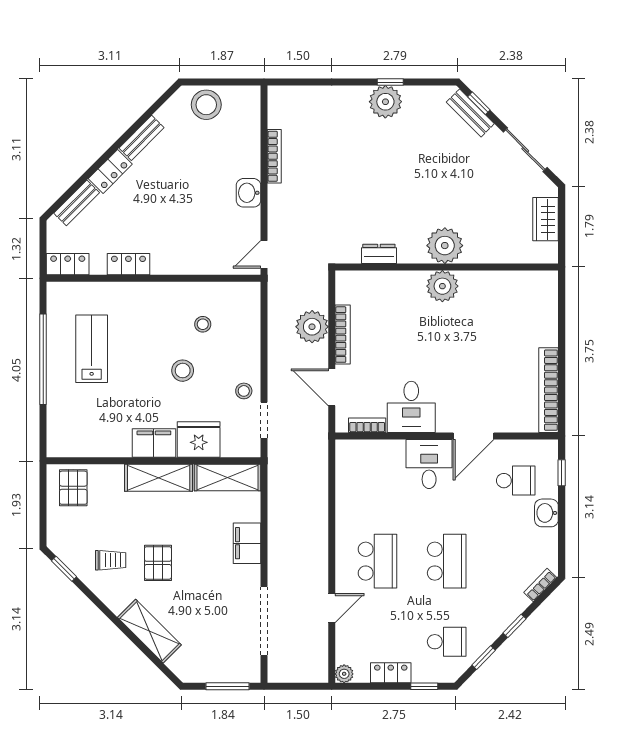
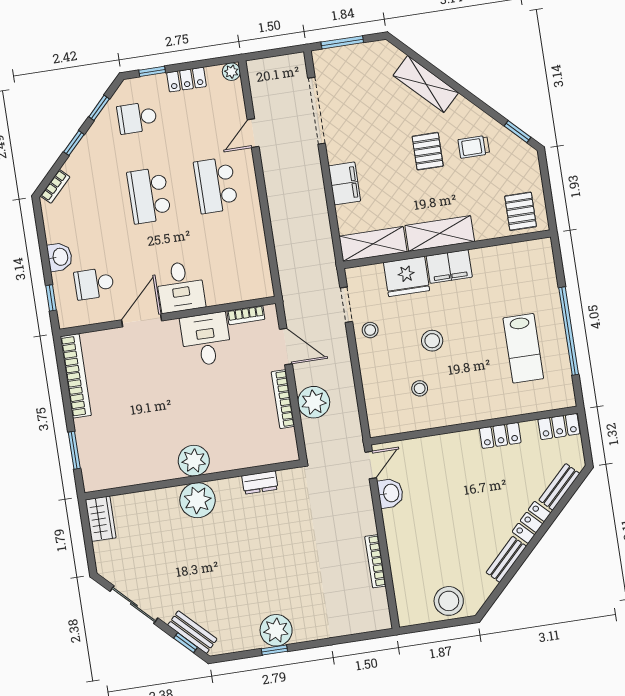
washbasin: (248, 193) -> (390, 493), moved
wardrobe: (546, 219) -> (101, 519), moved
window: (562, 315) -> (74, 450), added

